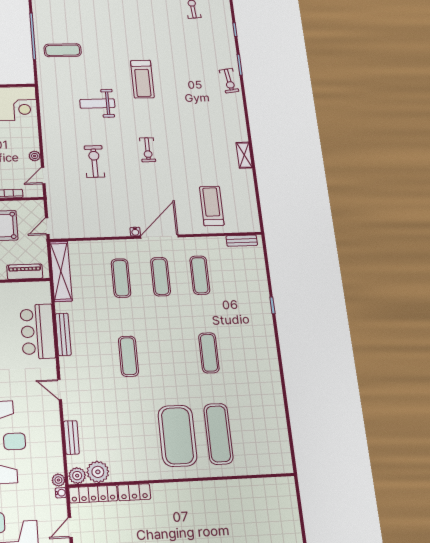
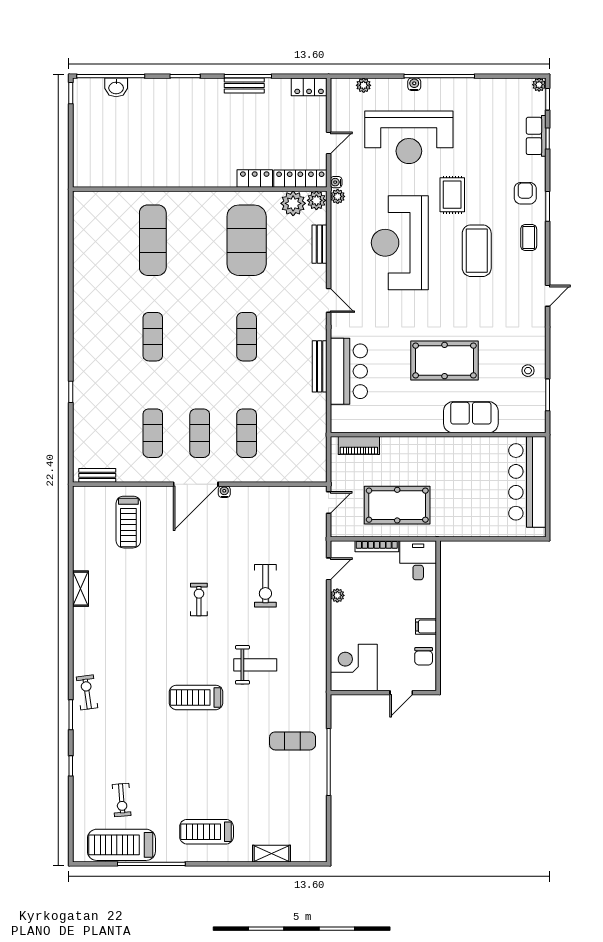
treadmill: (142, 79) -> (196, 697), turned -90
shelving: (61, 271) -> (317, 445), removed
exercise mat: (177, 436) -> (247, 240), moved

